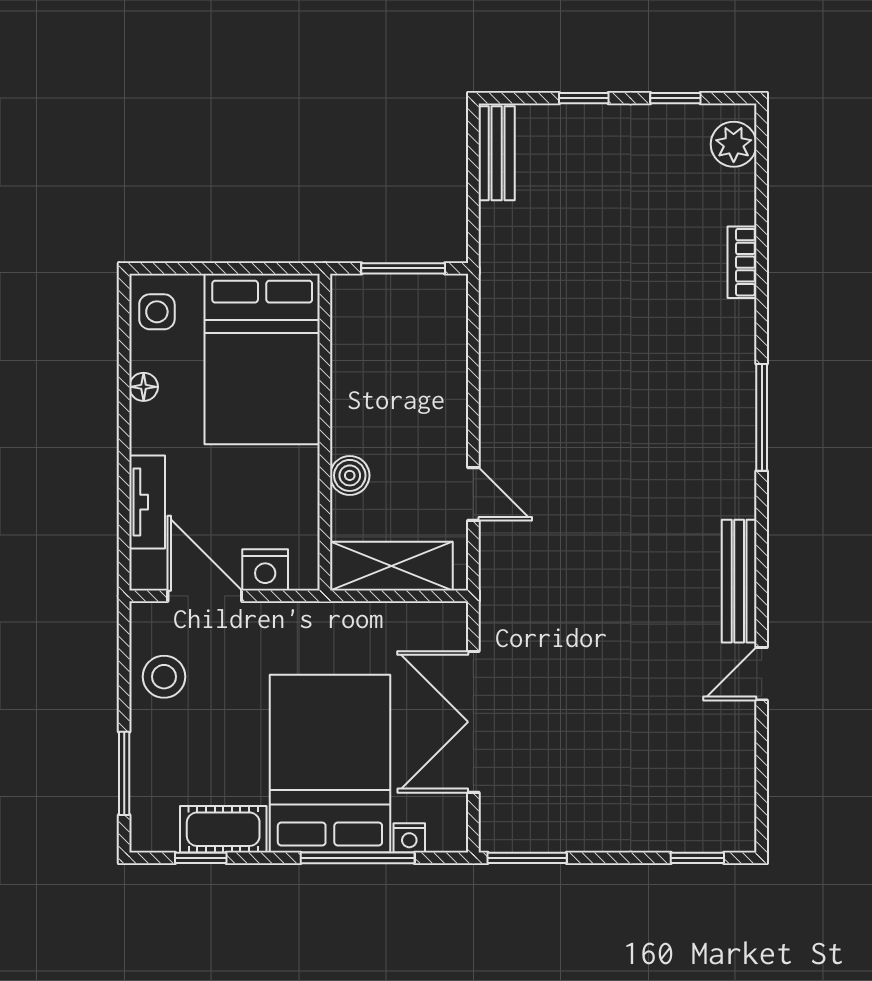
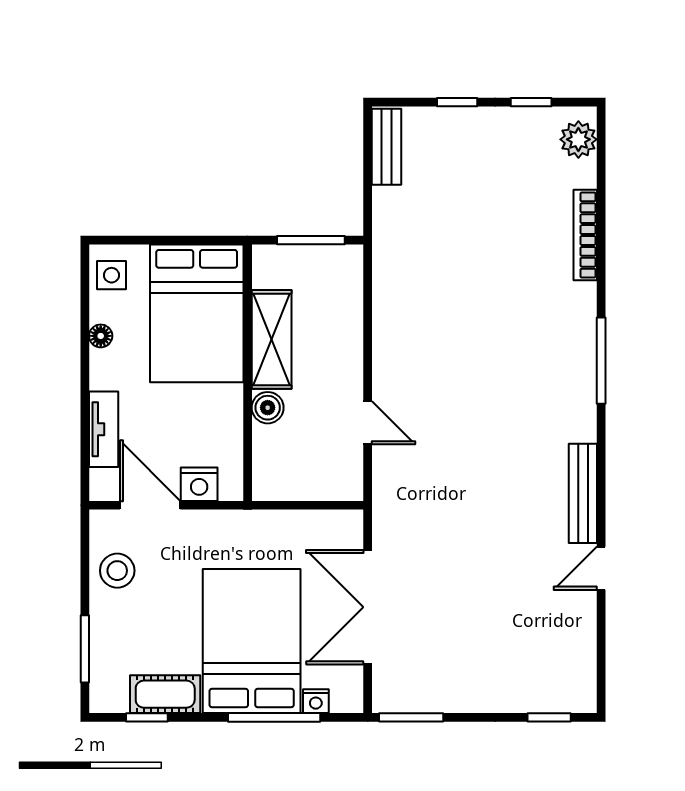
bookcase: (742, 262) -> (585, 235), width x1.56
shelving: (391, 566) -> (272, 339), moved, turned 90

